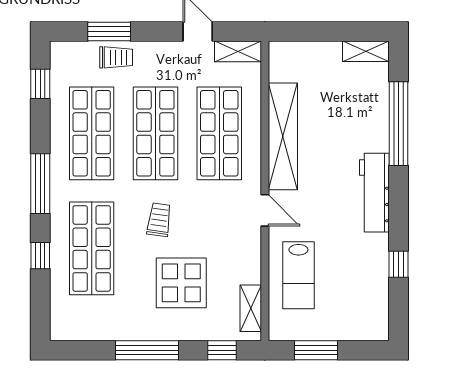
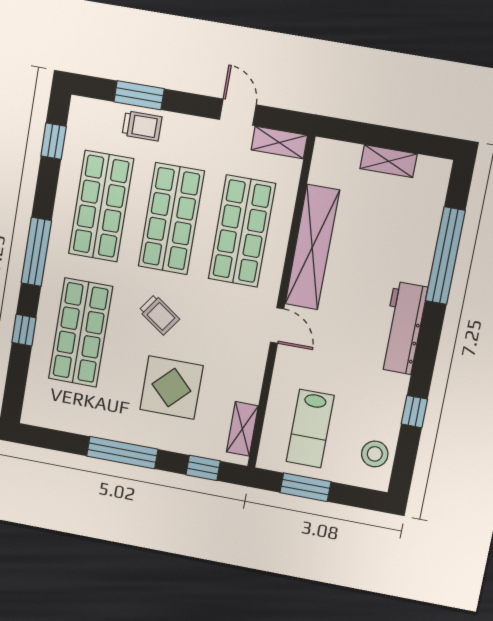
shelving: (366, 51) -> (388, 161), moved
trolley: (159, 220) -> (159, 315), turned 117
lab bench: (298, 275) -> (310, 429), moved
stool: (371, 309) -> (375, 454), added

